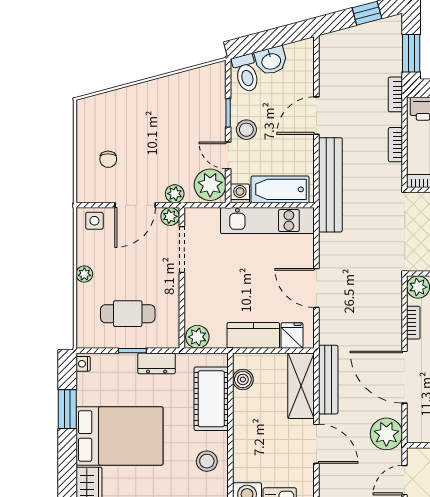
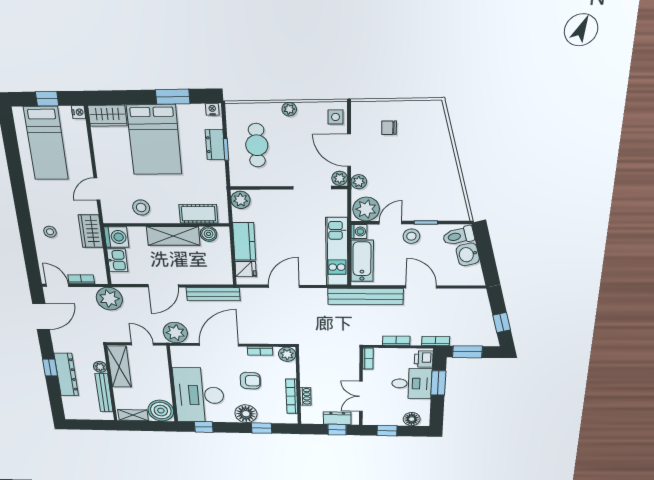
dresser: (157, 363) -> (215, 145), moved
shelving: (301, 386) -> (173, 236), moved
cot: (211, 399) -> (198, 214), width x0.73, depth x0.75

